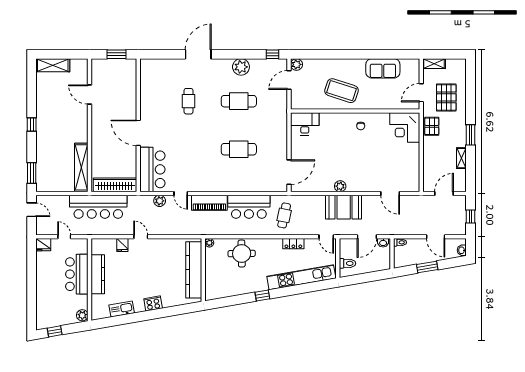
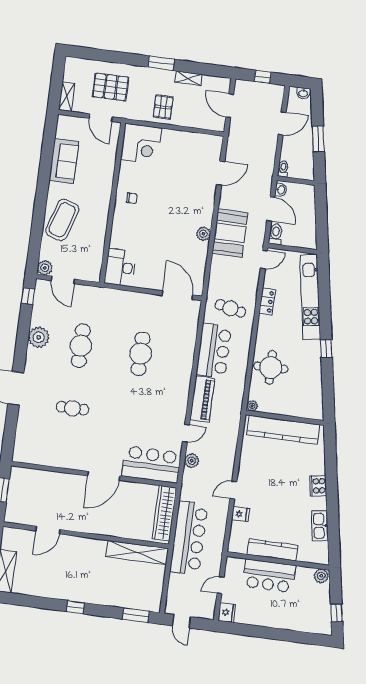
coffee table: (341, 91) -> (62, 220), moved
pallet: (432, 126) -> (163, 107), moved, turned 90
door: (32, 210) -> (182, 621), swing flipped
toilet: (347, 263) -> (276, 234), moved

